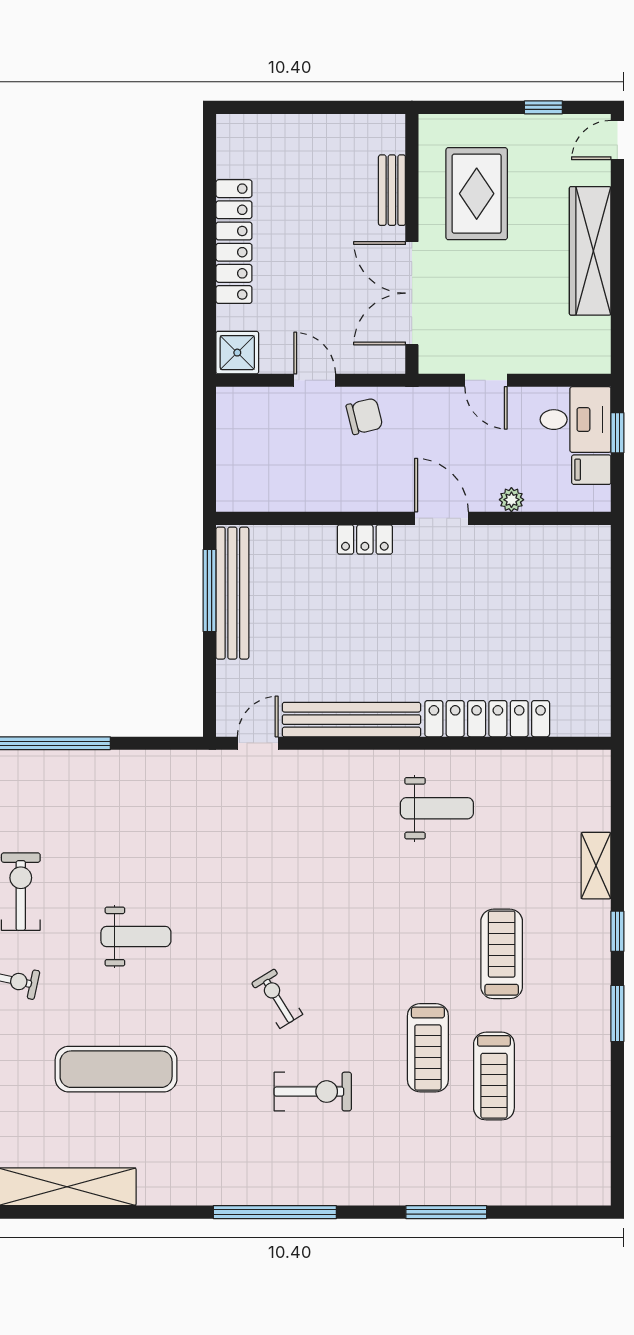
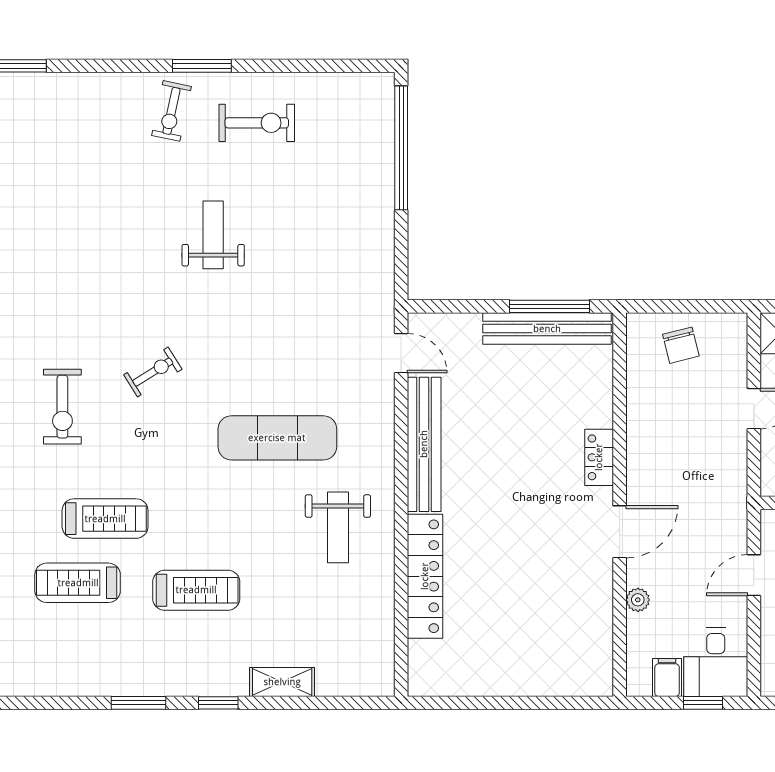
chair: (364, 416) -> (681, 345), moved
weight bench: (136, 937) -> (213, 235), turned 180
treadmill: (428, 1048) -> (105, 519), turned 180
exercise mat: (116, 1069) -> (277, 438), moved, turned 90

